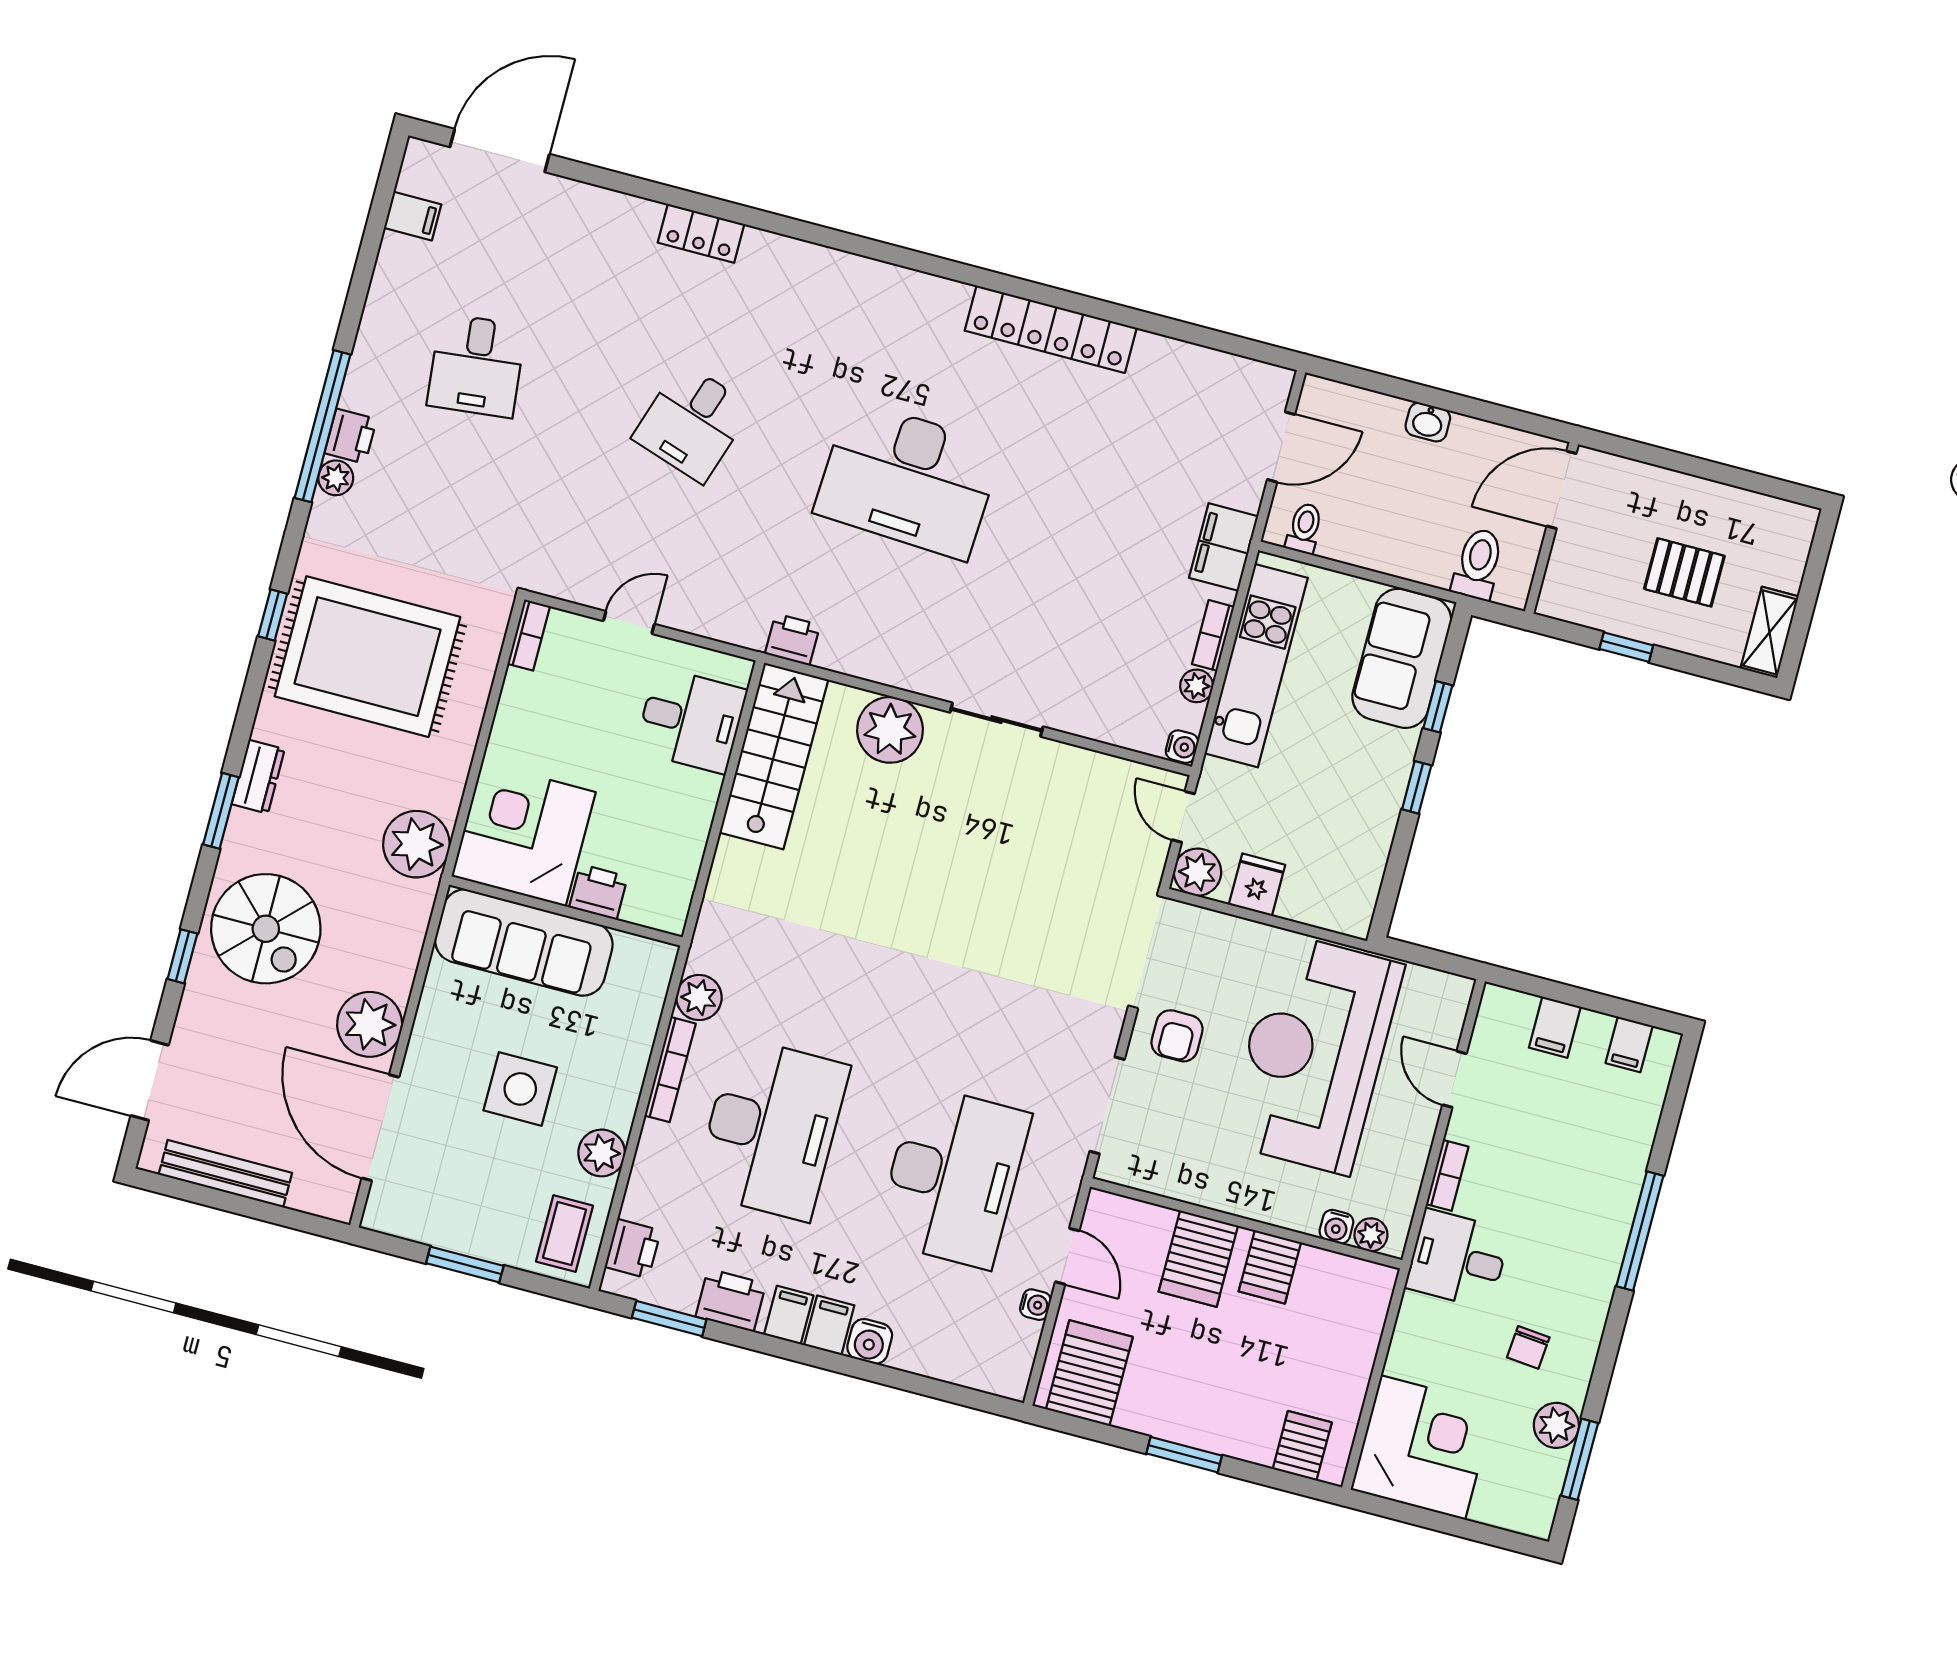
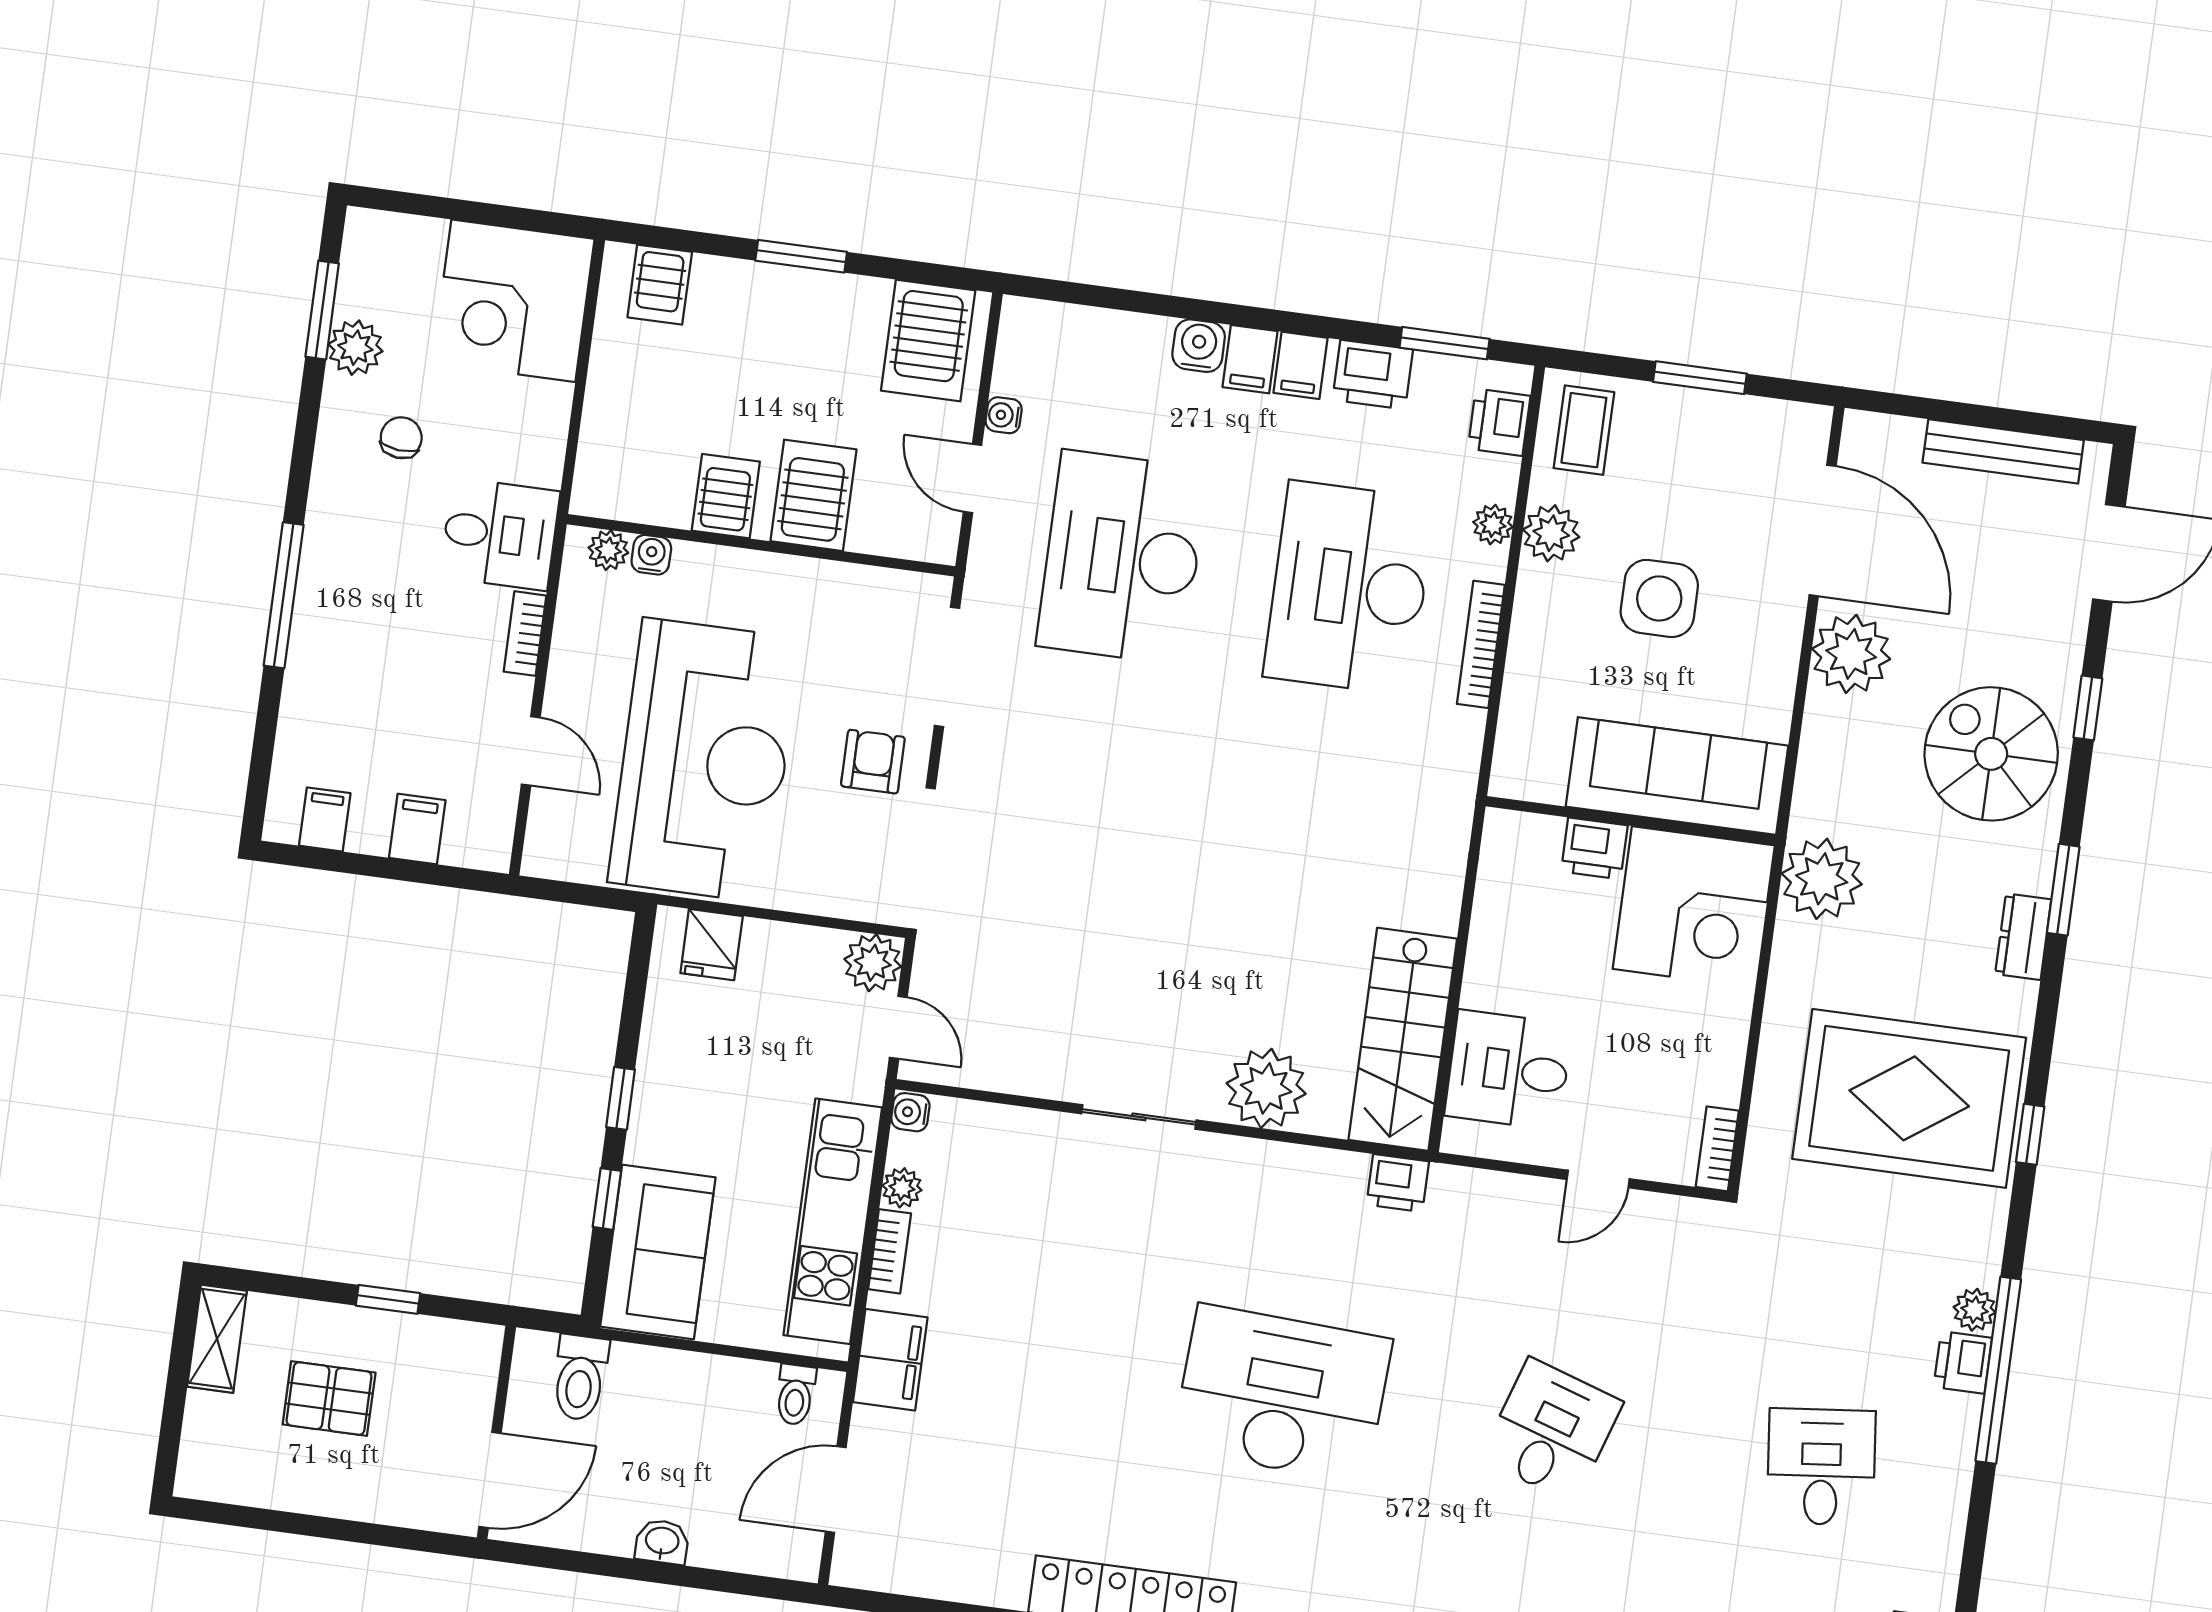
fridge: (1257, 885) -> (712, 945), moved
plant: (699, 998) -> (1493, 525), moved, width x0.73, depth x0.73

